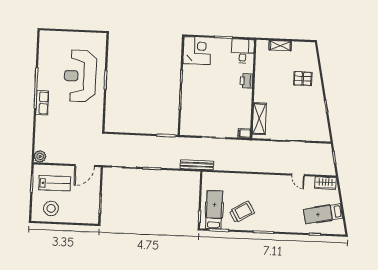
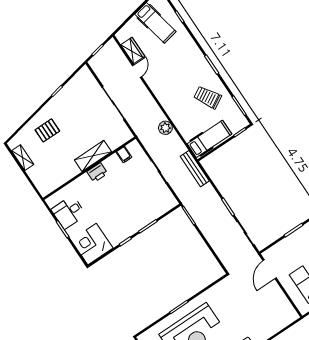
shelving: (280, 46) -> (23, 158), moved
desk: (243, 51) -> (69, 212), moved
pallet: (303, 79) -> (47, 130), turned 90
printer: (246, 81) -> (97, 172), moved
shelving: (259, 119) -> (93, 156), moved
filing cabinet: (244, 133) -> (124, 155), moved
plant: (40, 156) -> (165, 128), moved
door: (85, 166) -> (270, 269), swing flipped
wardrobe: (325, 183) -> (133, 51), moved
hospital bed: (214, 210) -> (209, 139), moved, turned 180

